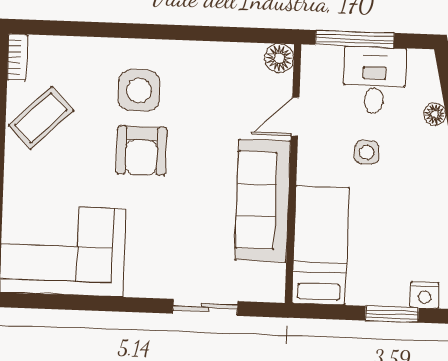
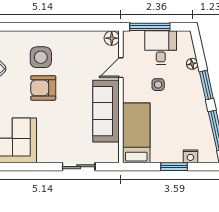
armchair: (142, 151) -> (43, 88), turned 90

